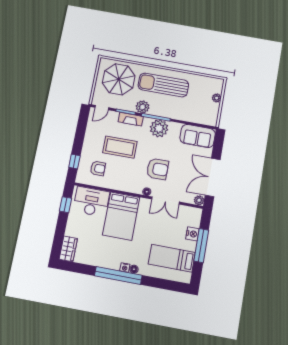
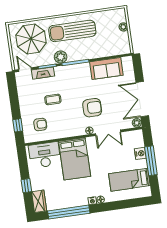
door: (102, 108) -> (25, 70), swing flipped
fireplace: (131, 119) -> (43, 73), moved
plant: (159, 128) -> (82, 71), removed
sofa: (198, 136) -> (106, 68), moved
coffee table: (120, 147) -> (53, 99), width x0.54, depth x0.58
window: (66, 205) -> (26, 186), moved
window: (118, 275) -> (69, 212), moved

